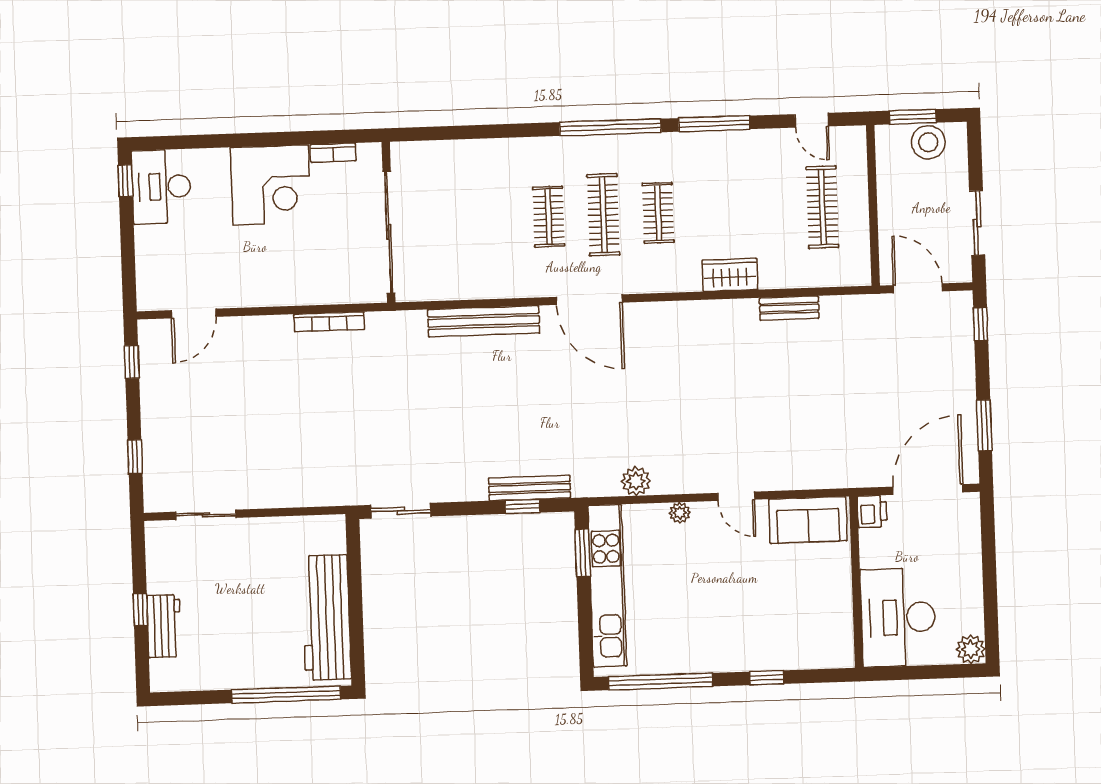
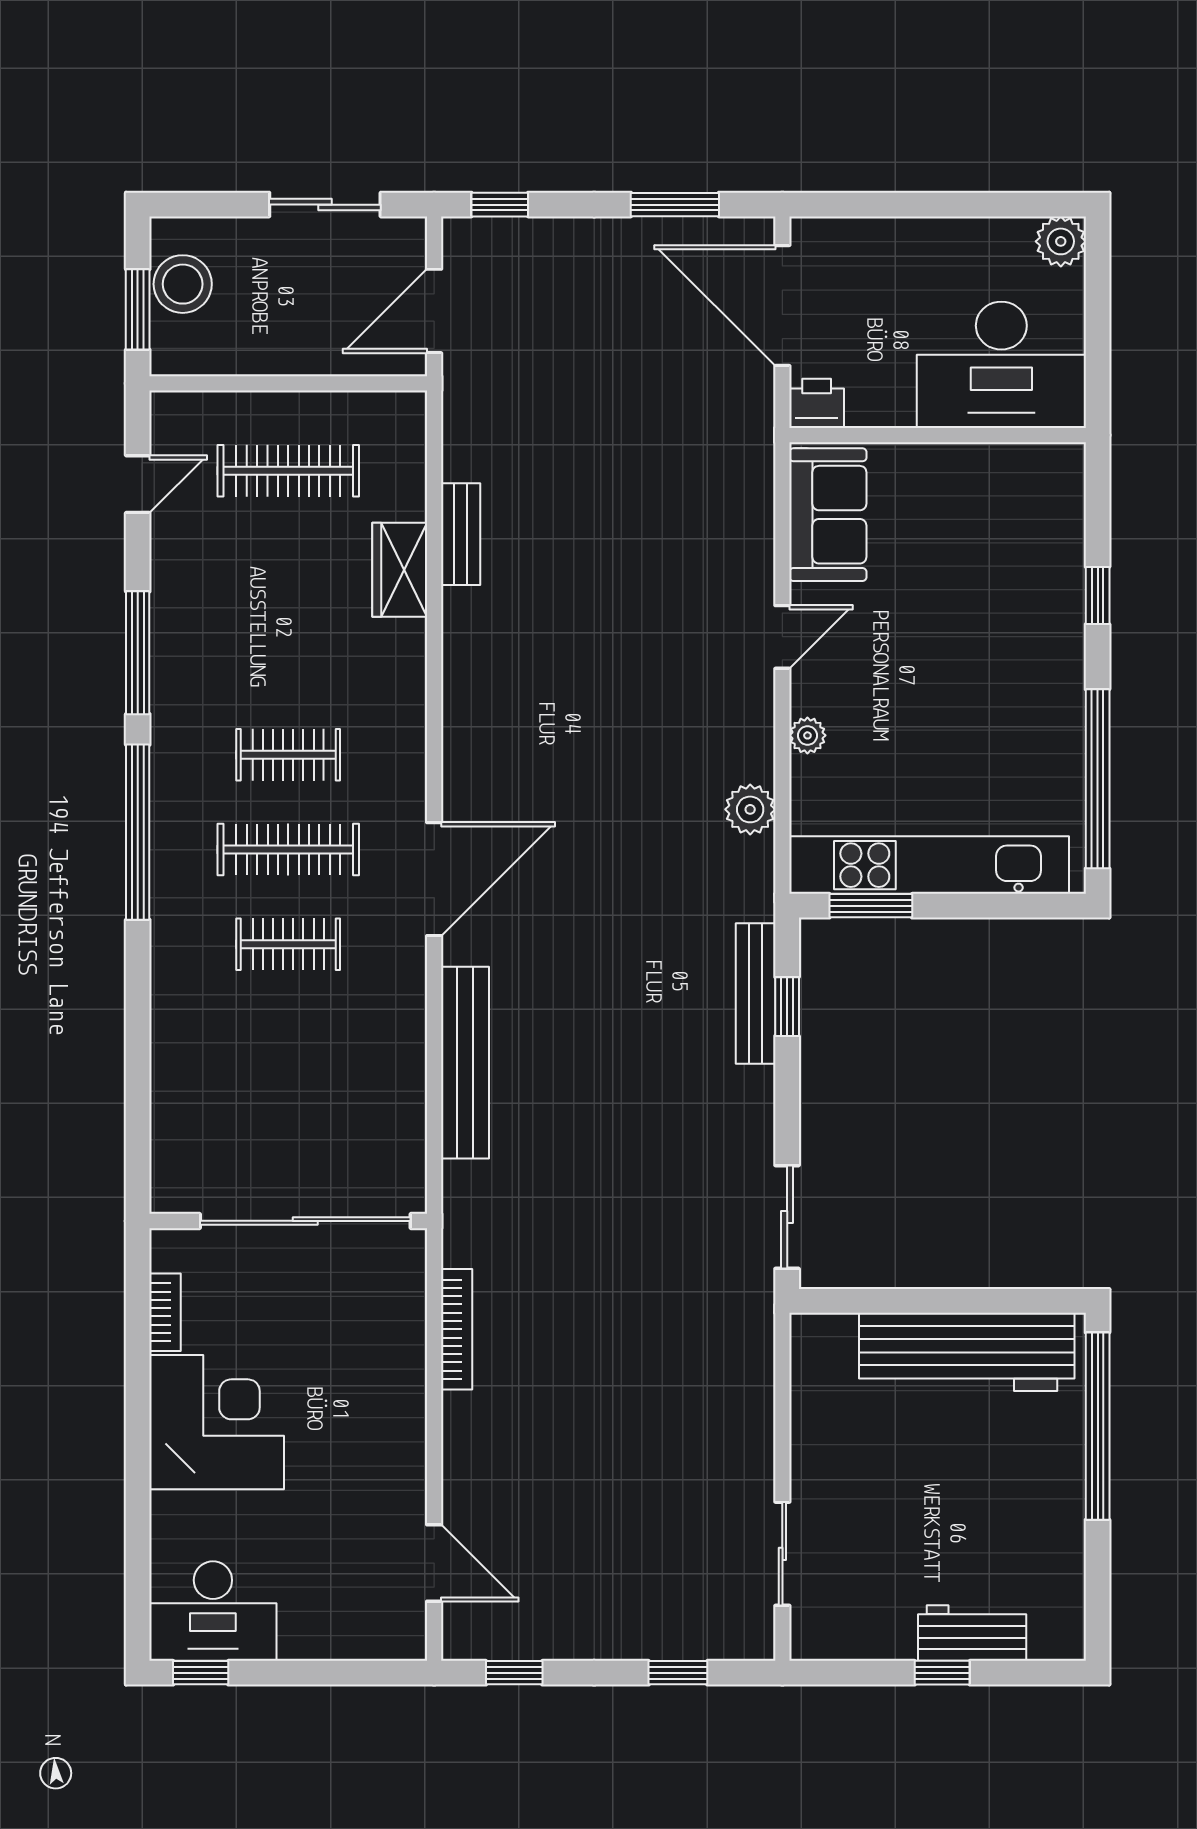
wardrobe: (730, 275) -> (400, 570), moved

